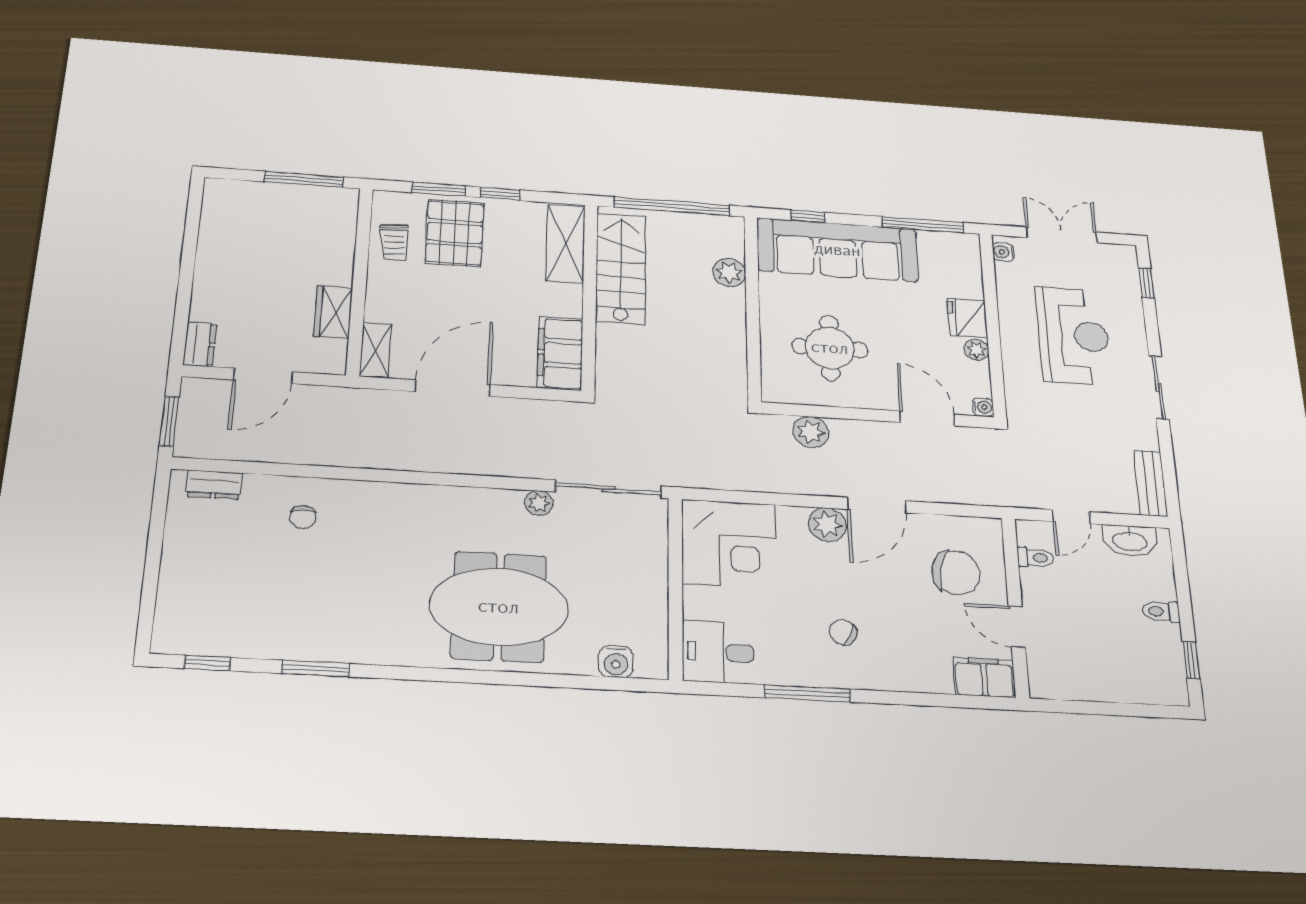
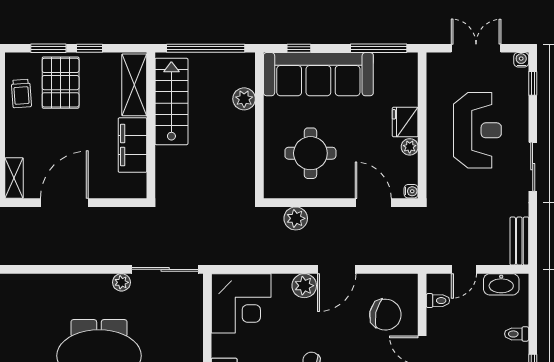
water cooler: (1003, 252) -> (521, 60), moved, turned 90
filing cabinet: (560, 353) -> (133, 145), moved

